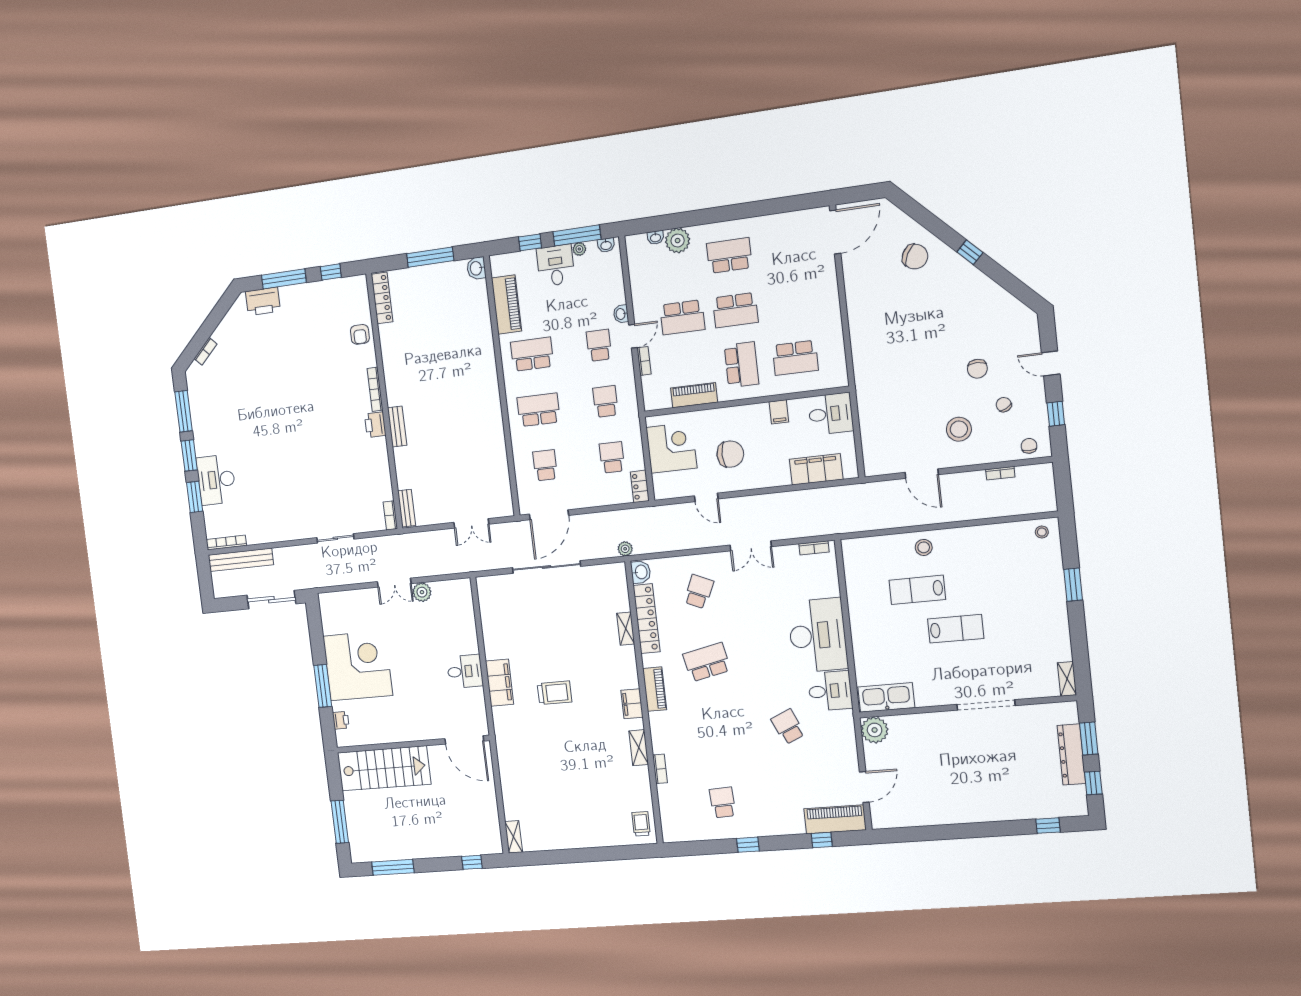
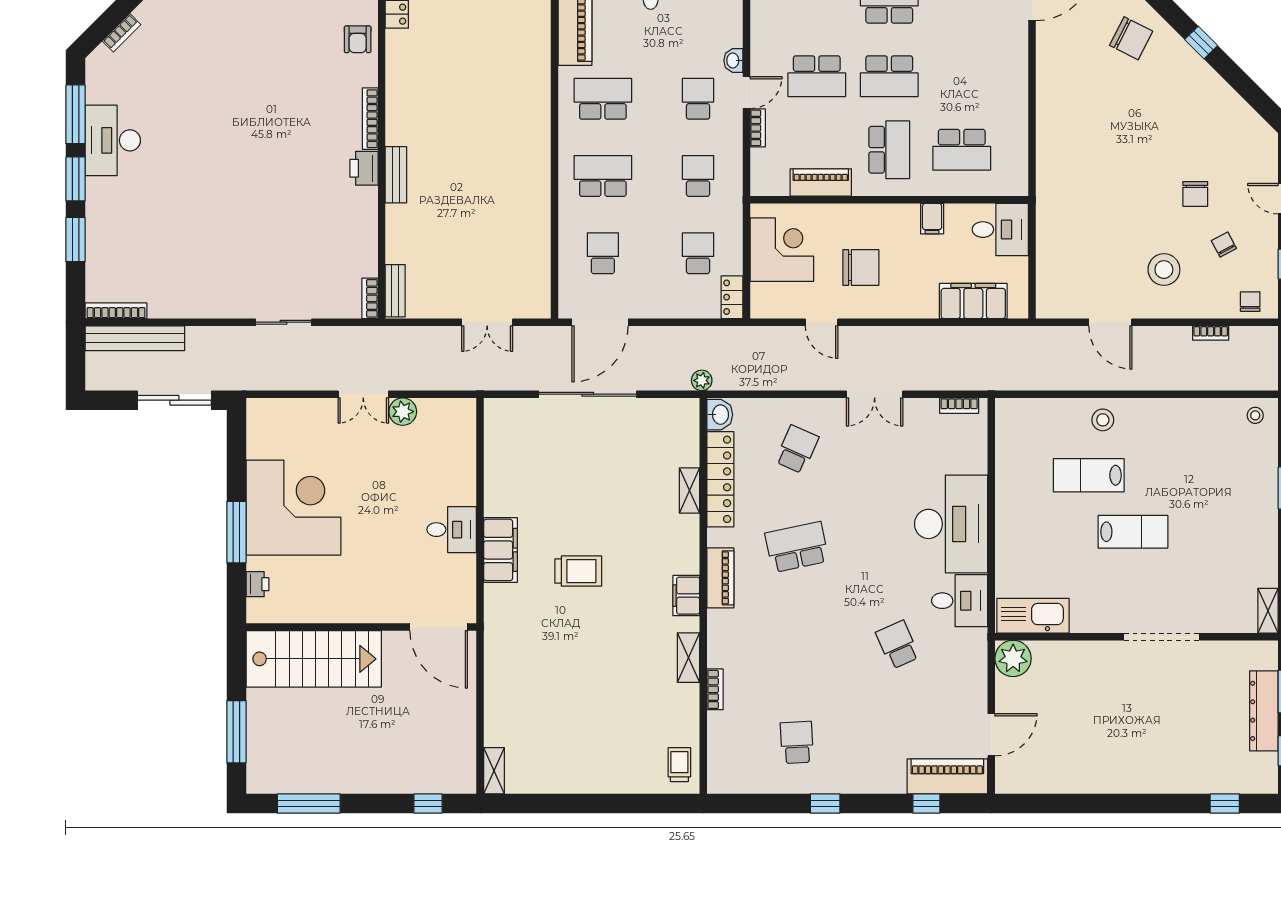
desk: (216, 480) -> (113, 140), moved

